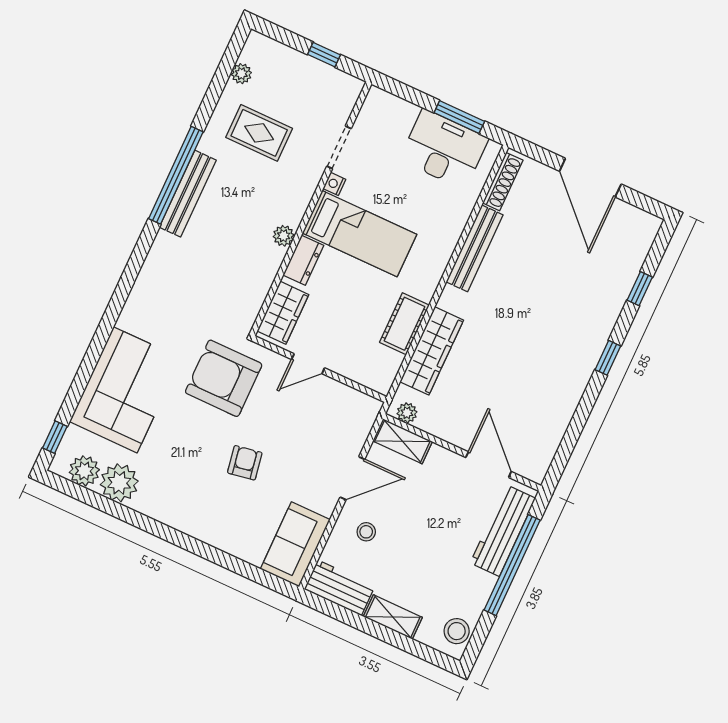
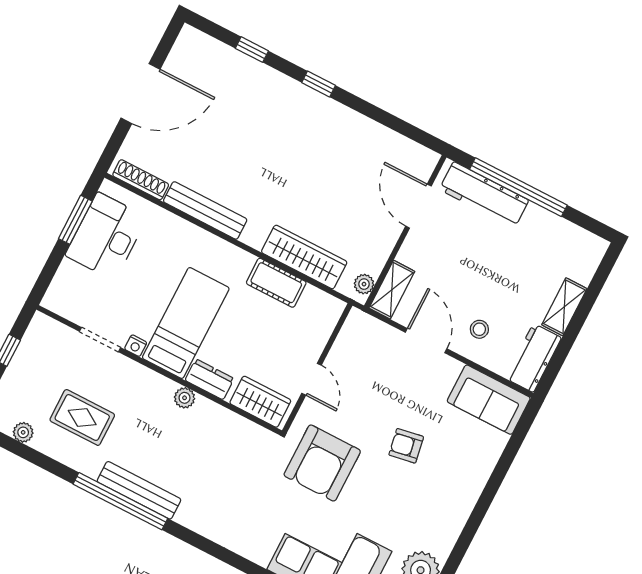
rug: (259, 133) -> (82, 417), turned 90
door: (488, 465) -> (418, 206), hinge flipped
stool: (457, 631) -> (581, 245), removed

